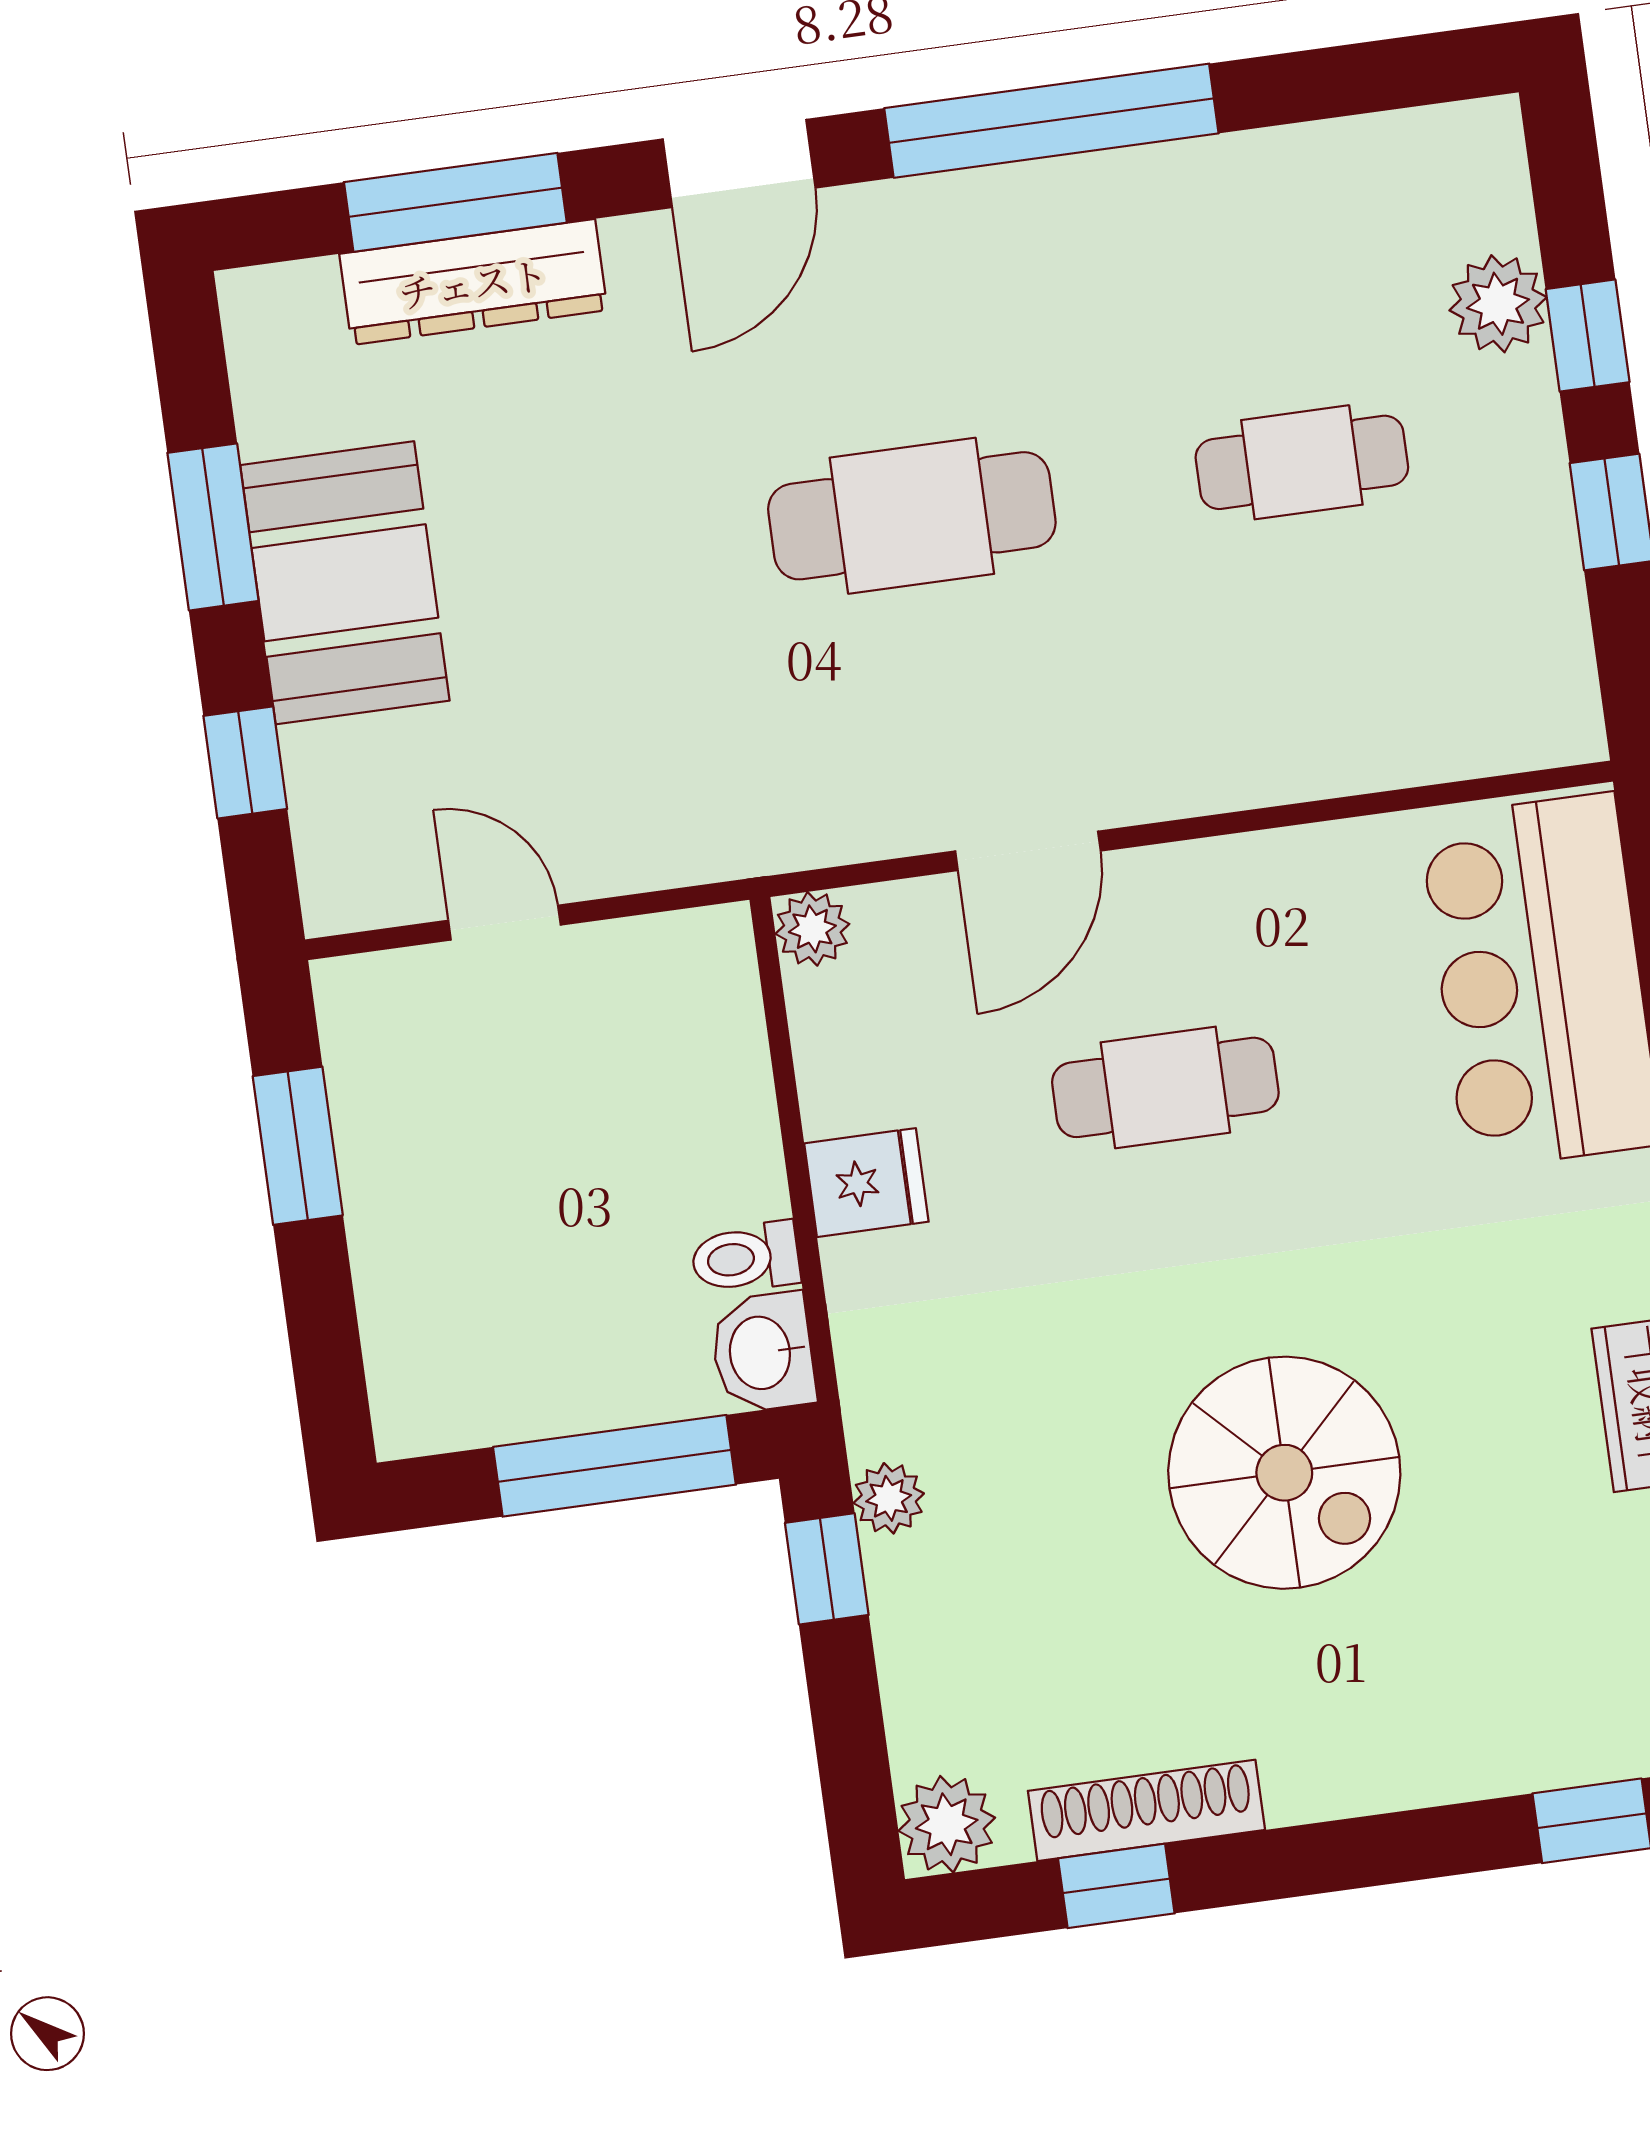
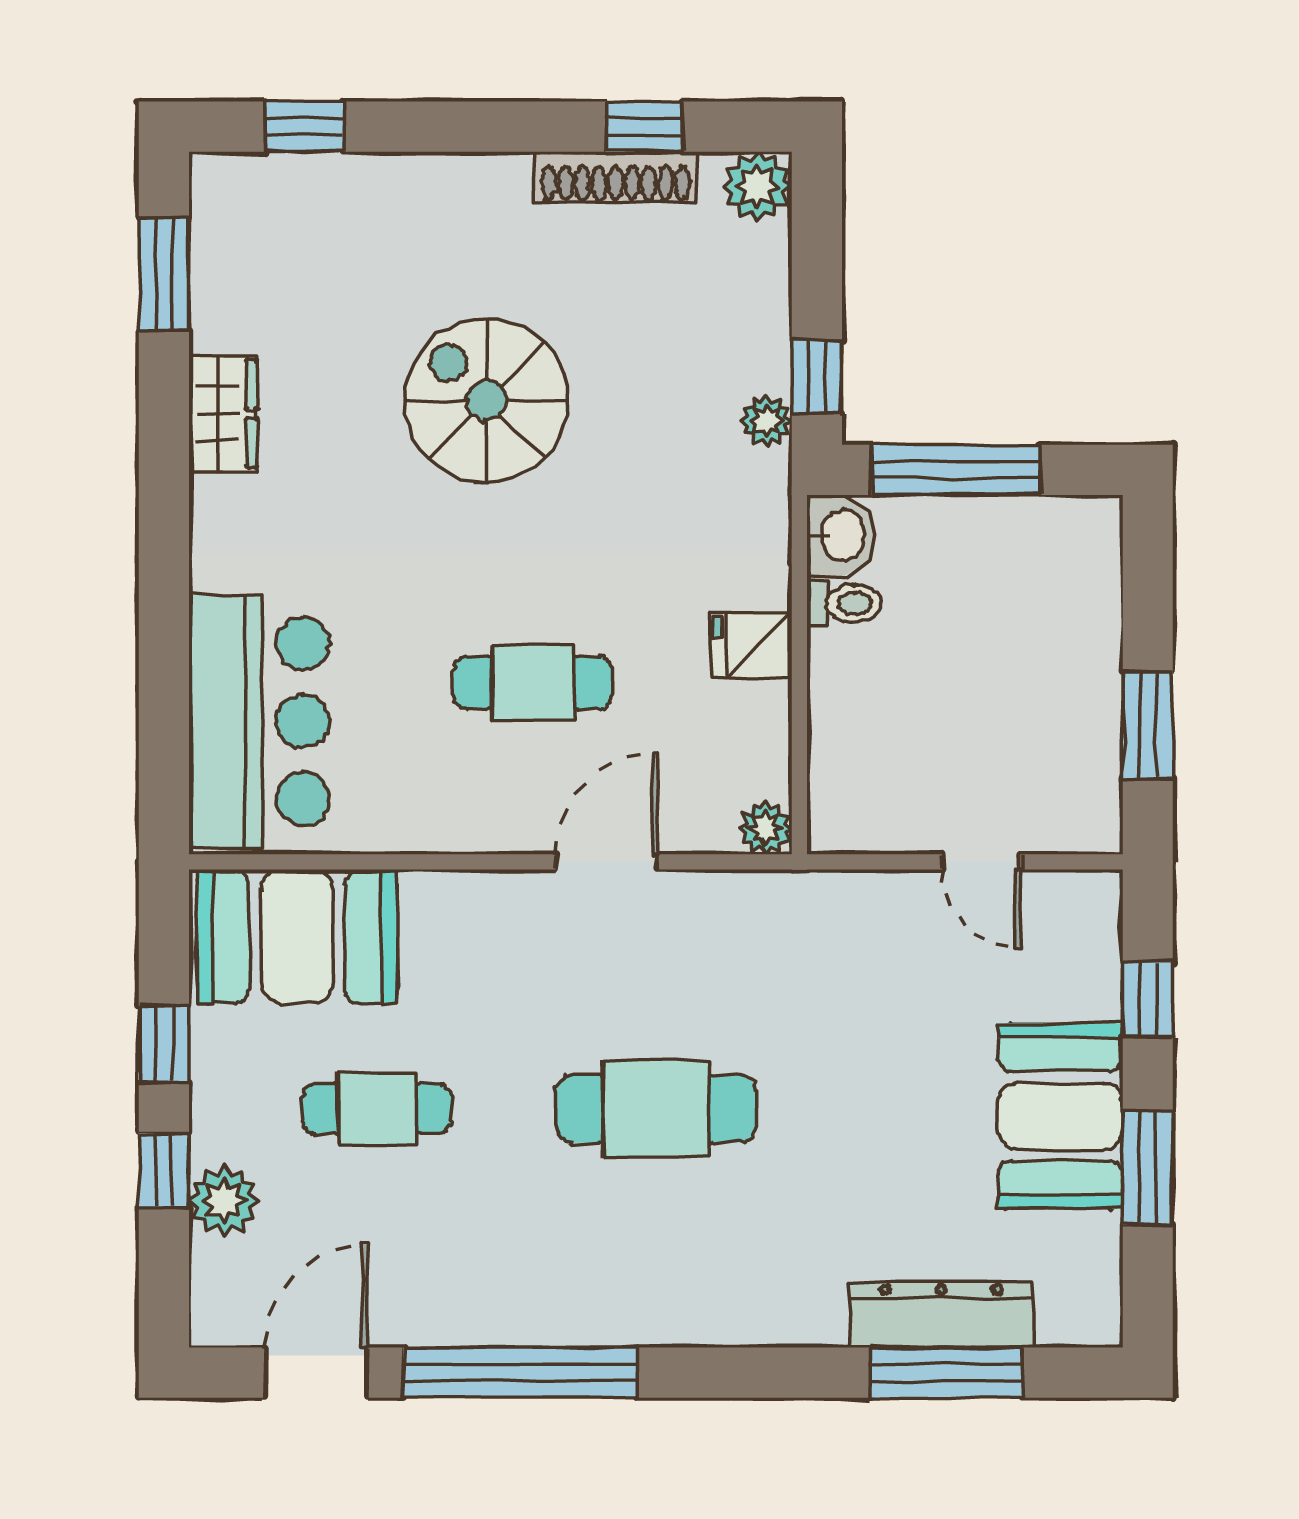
door: (739, 163) -> (316, 1373), moved
booth: (1446, 688) -> (297, 936), added

